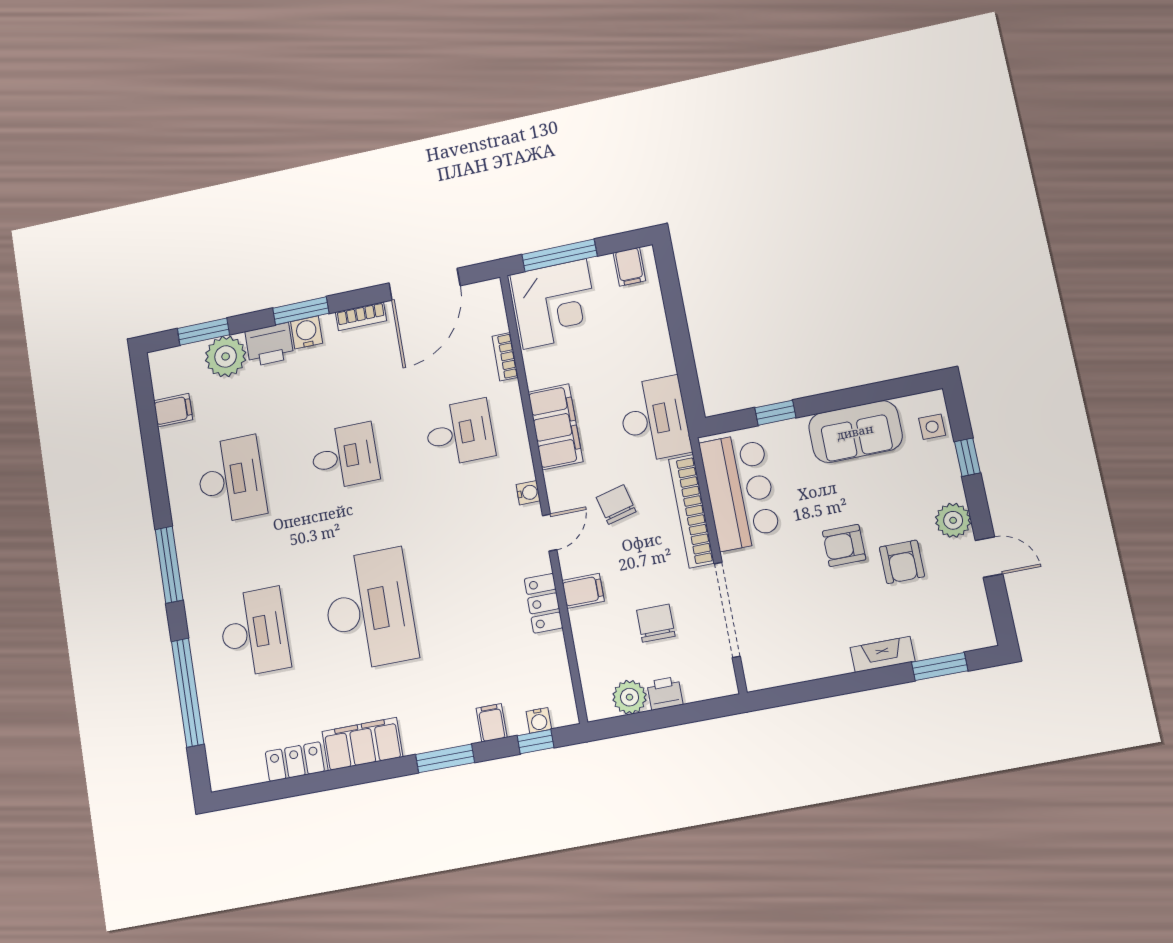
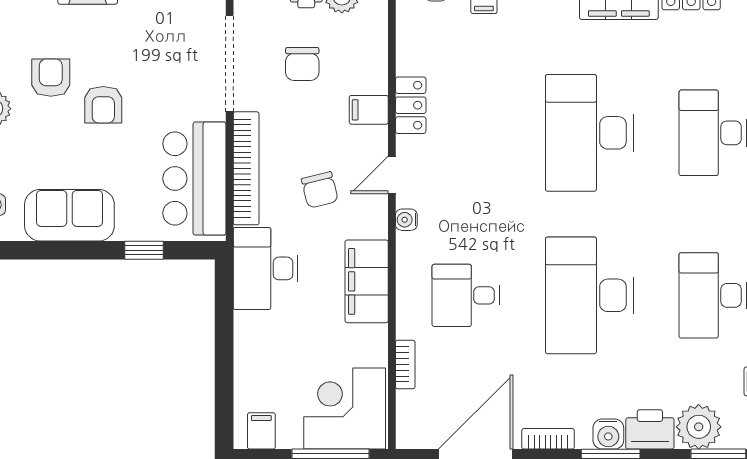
desk: (345, 456) -> (589, 295), width x1.87, depth x1.30
armchair: (844, 545) -> (103, 105), turned 90

